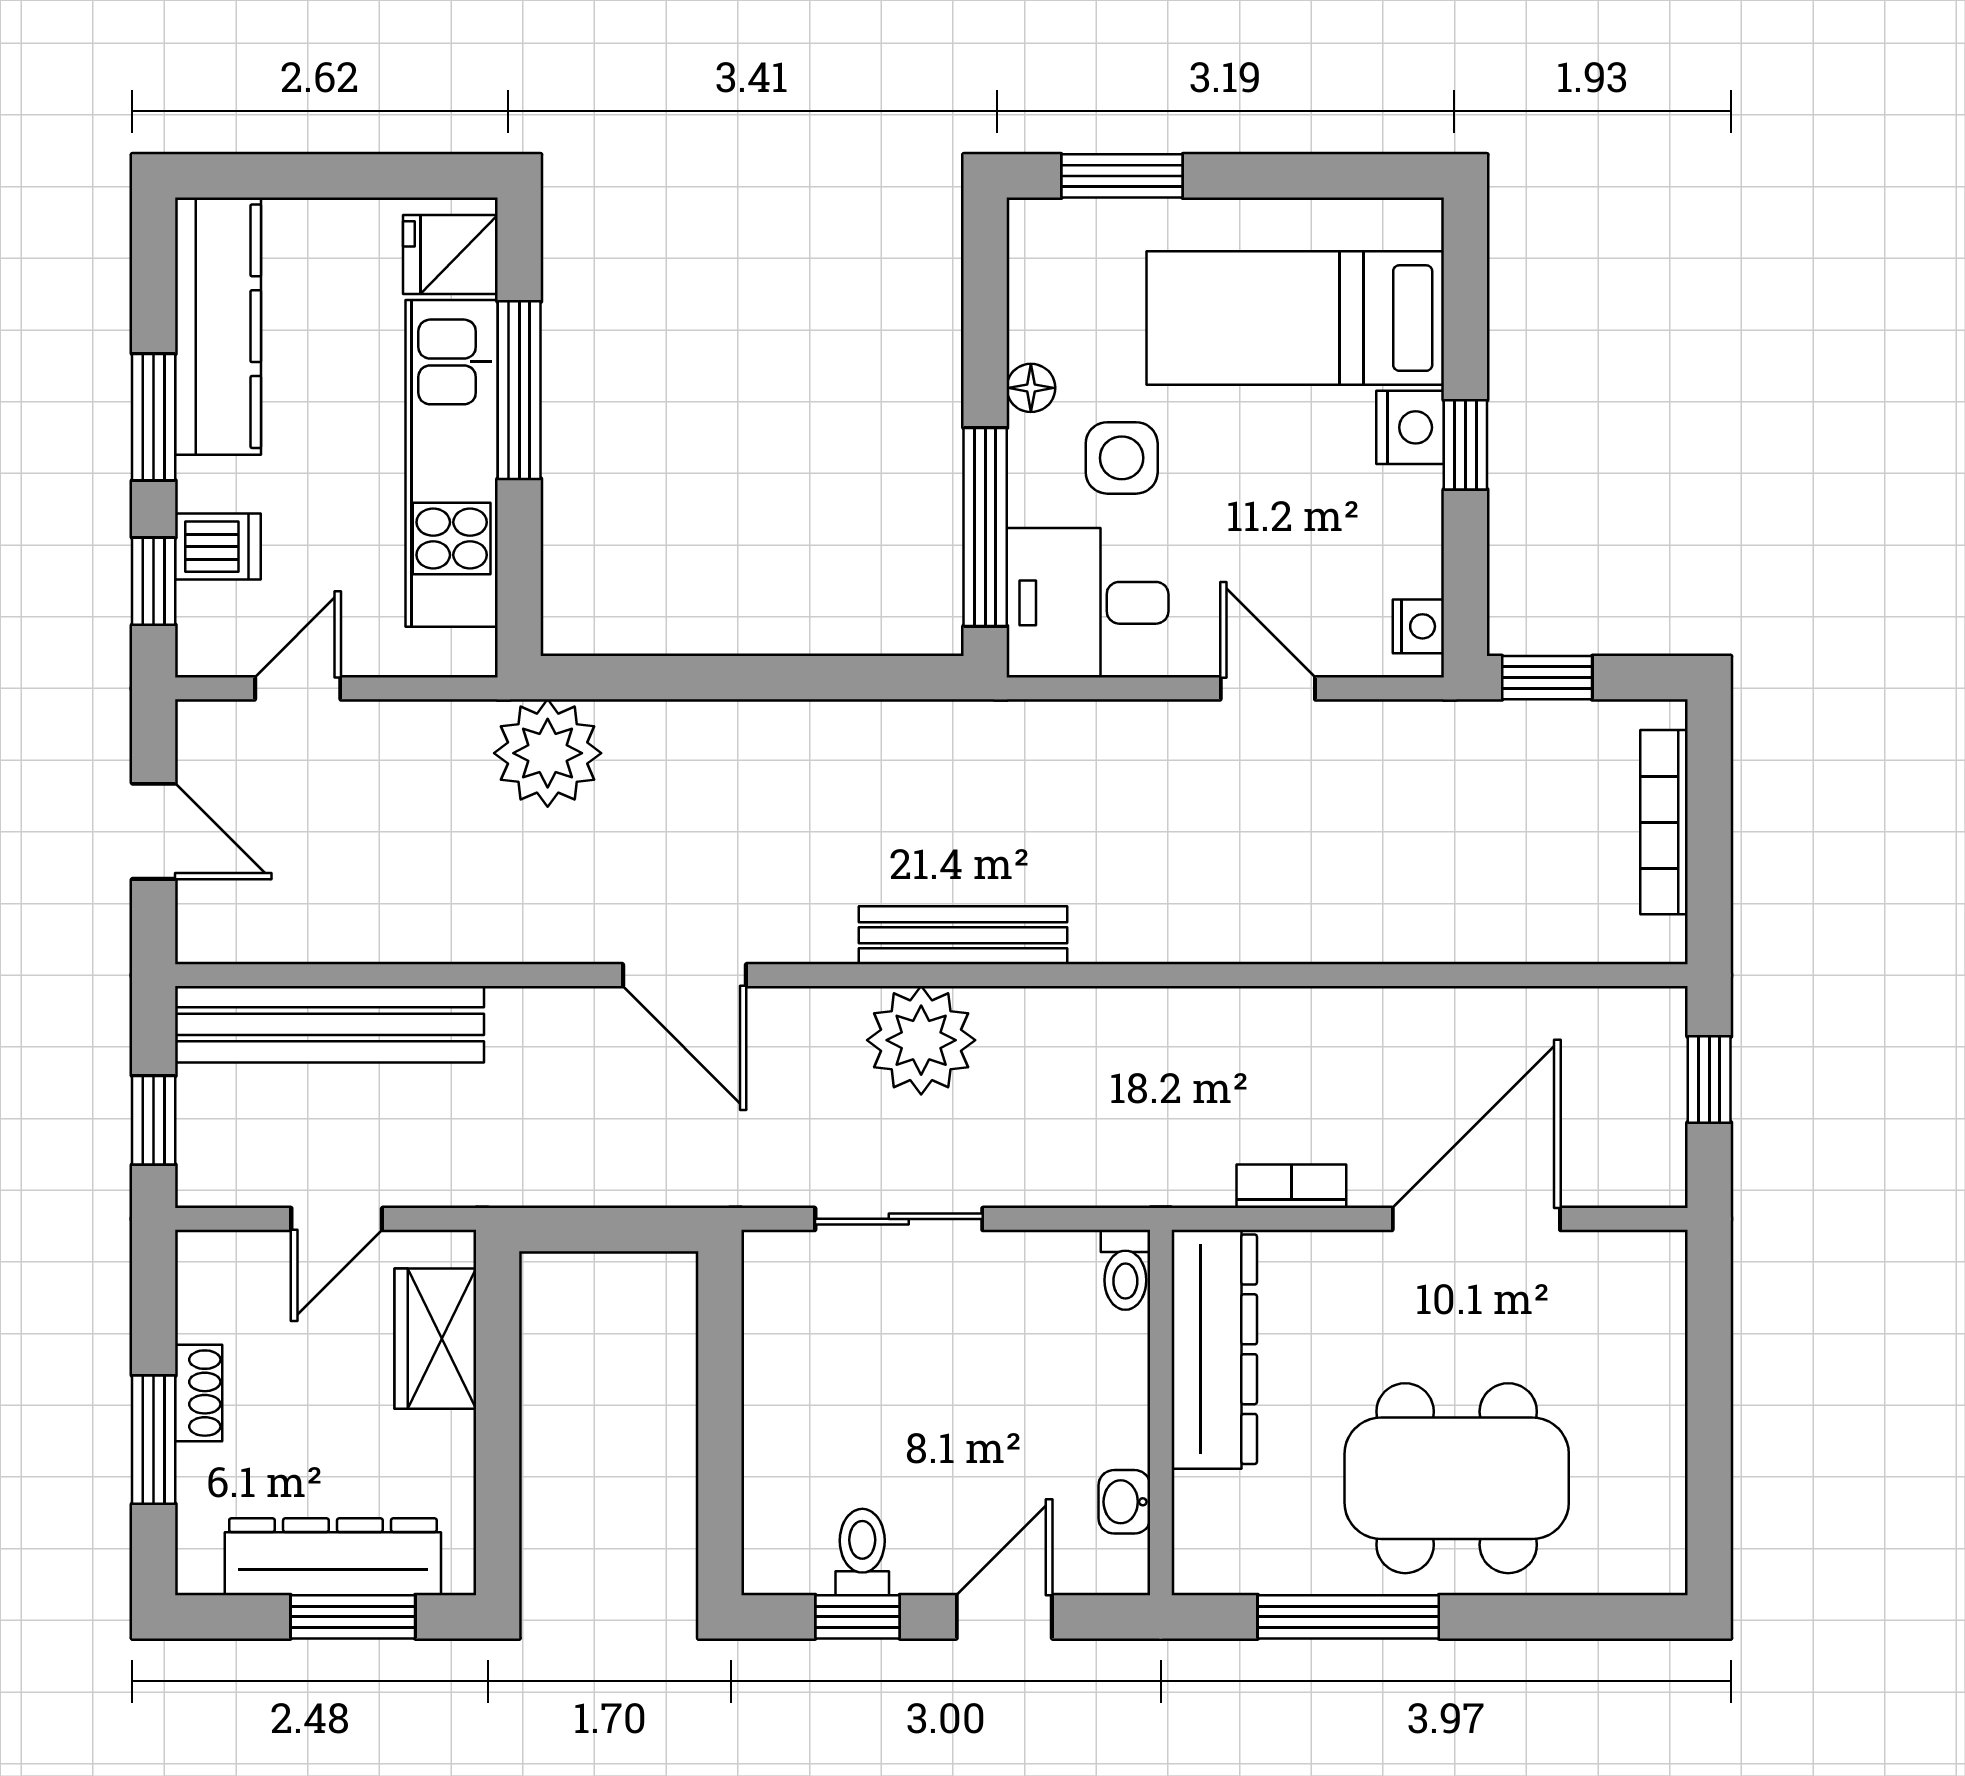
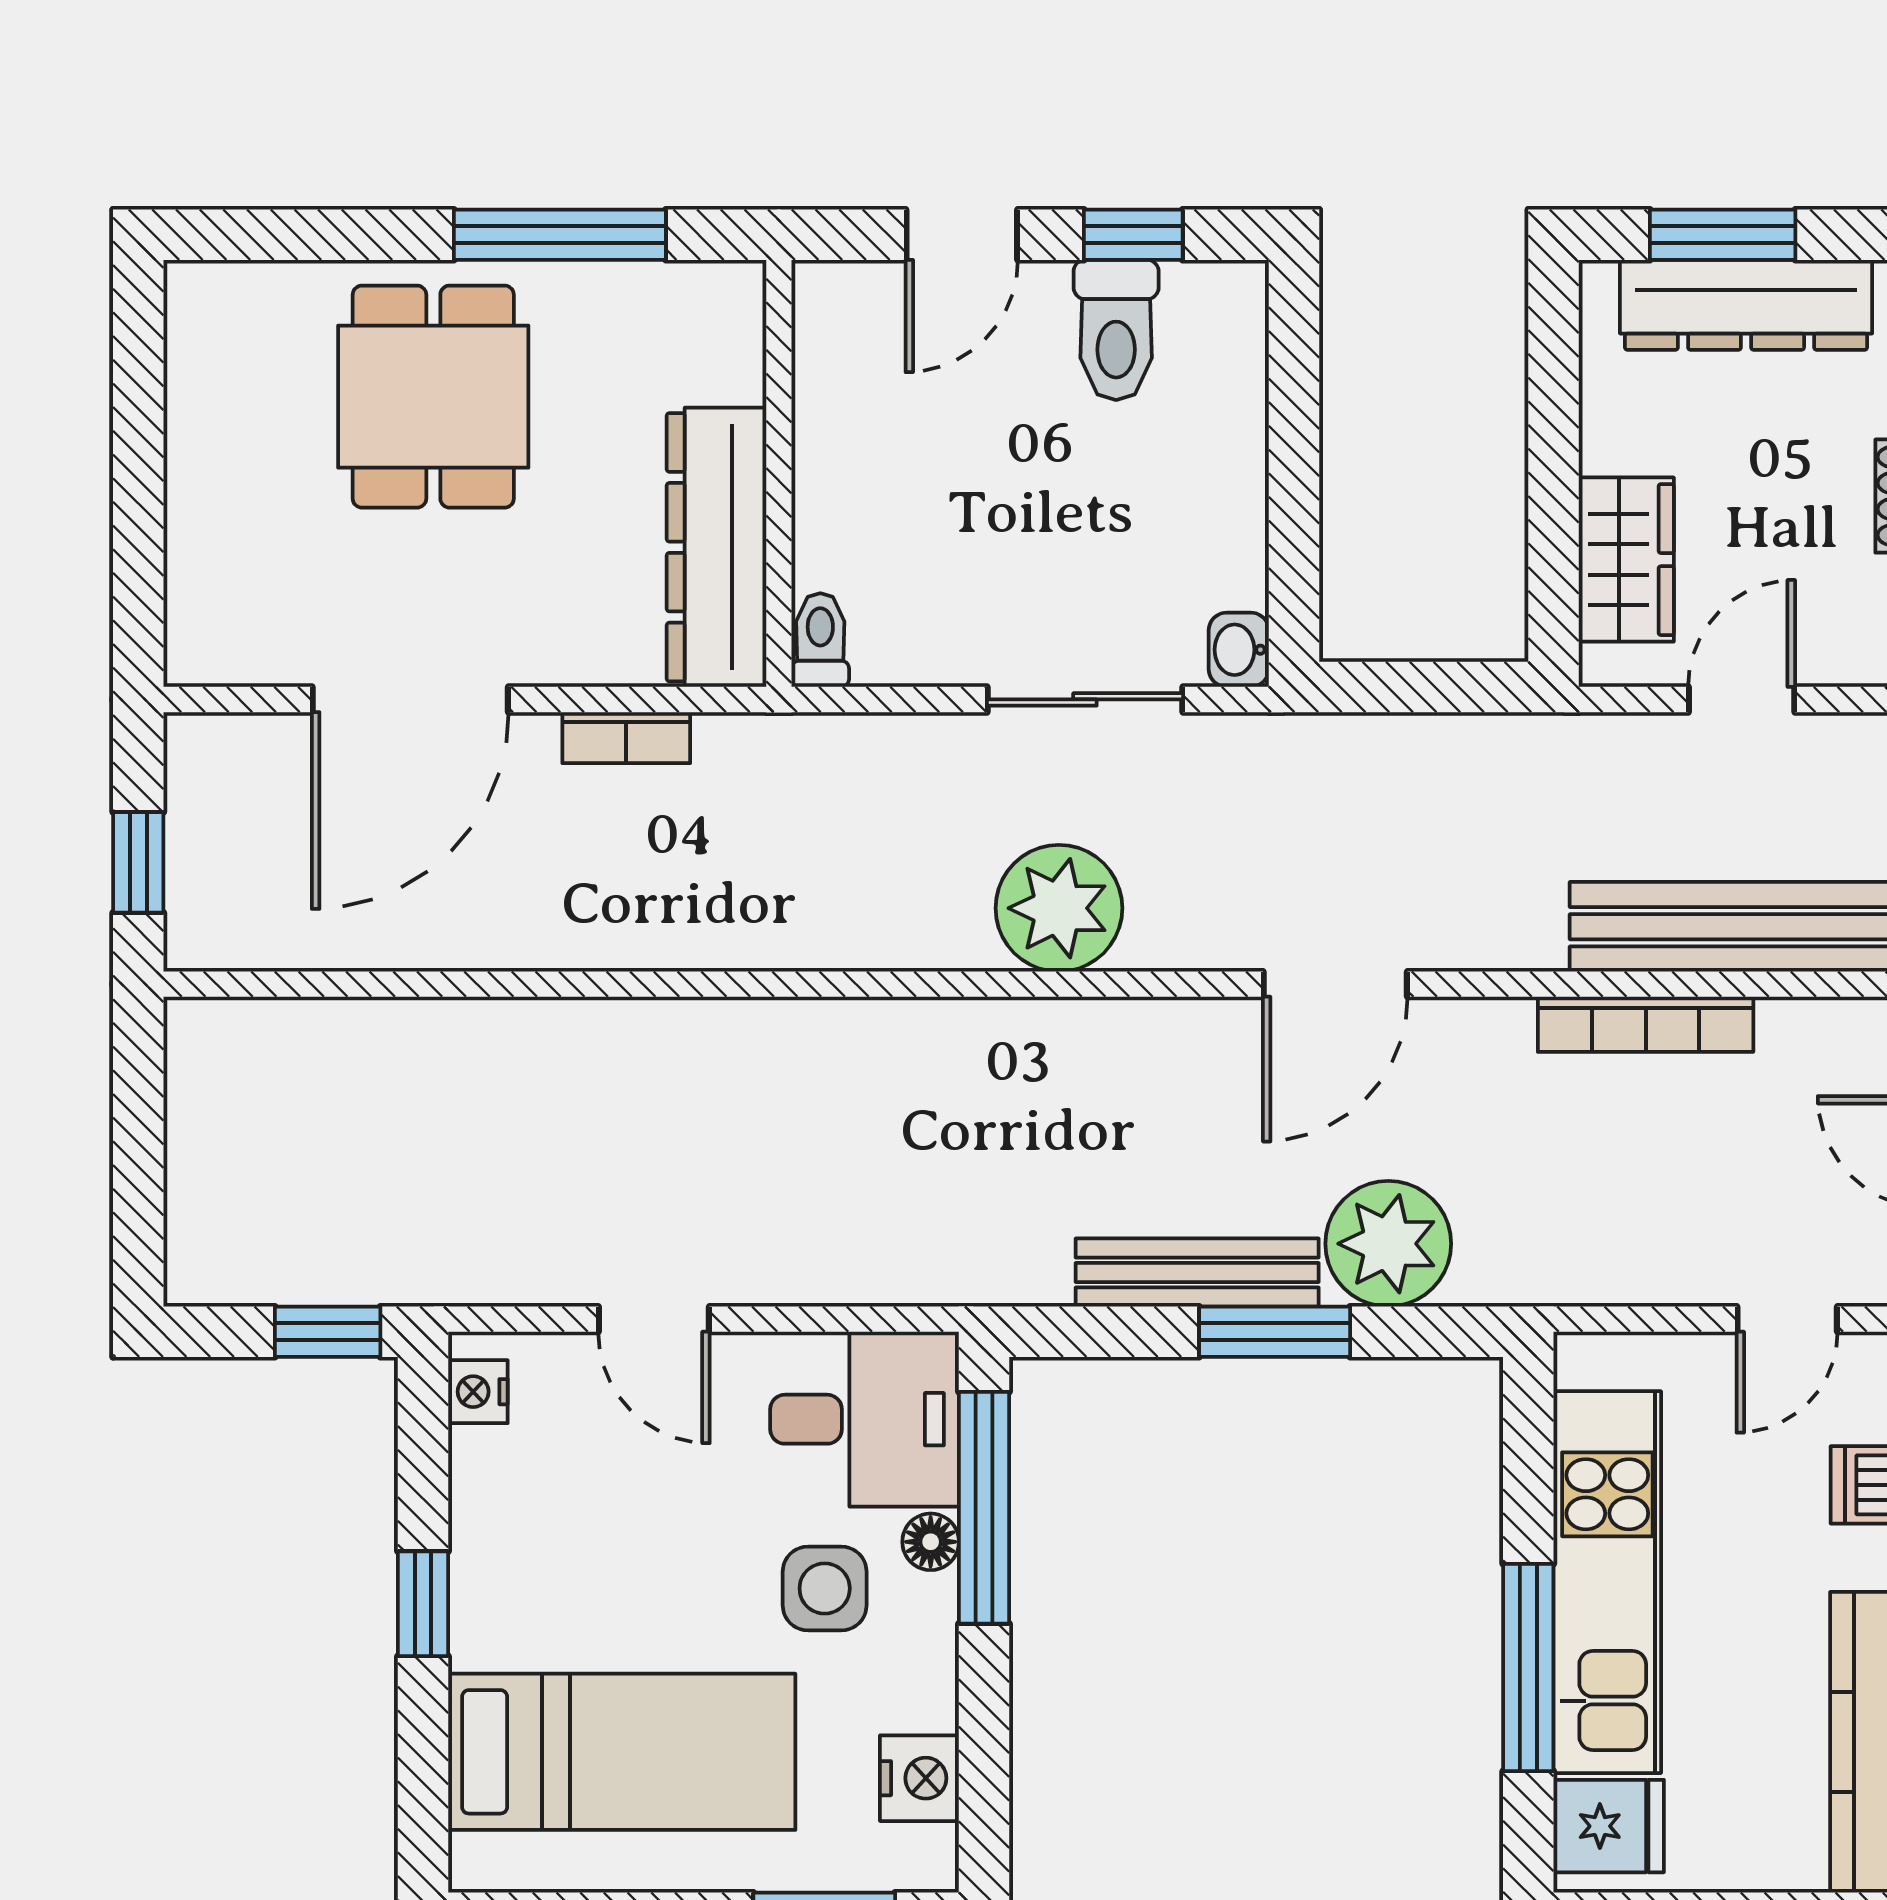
floor lamp: (1031, 388) -> (931, 1542), moved
nightstand: (1410, 427) -> (919, 1778), moved, turned 180
window: (736, 678) -> (1275, 1332), added
plant: (548, 753) -> (1388, 1244), moved
bookcase: (1664, 822) -> (1646, 1024), moved, turned 90
bench: (963, 935) -> (1197, 1273), moved
door: (684, 975) -> (1335, 984), swing flipped
dining table: (1457, 1478) -> (433, 397), width x0.73
washbasin: (1124, 1502) -> (1239, 650), moved, turned 180
toilet: (862, 1552) -> (1116, 330), width x1.37, depth x1.39

